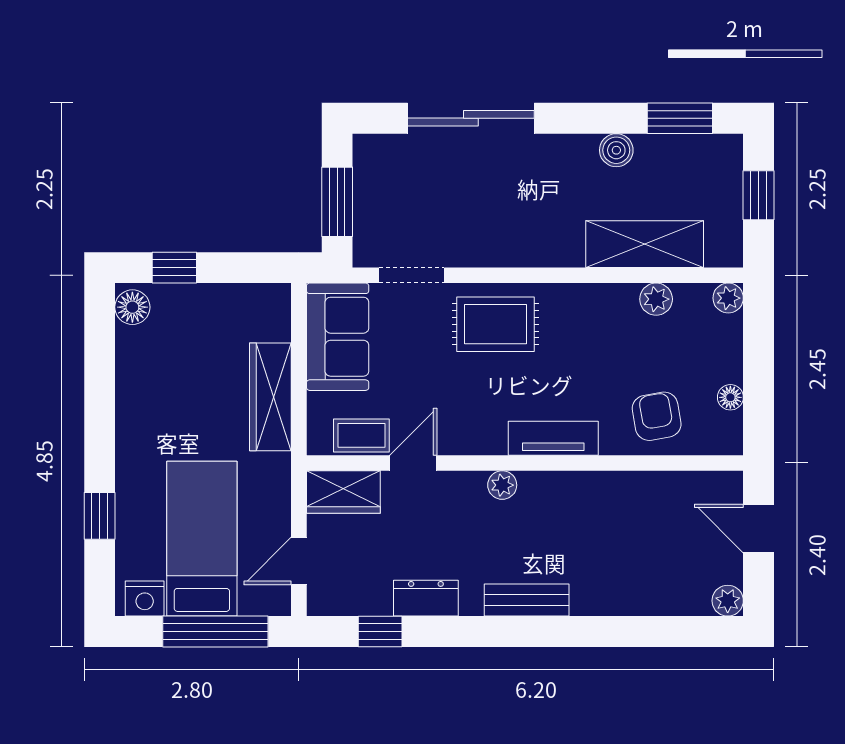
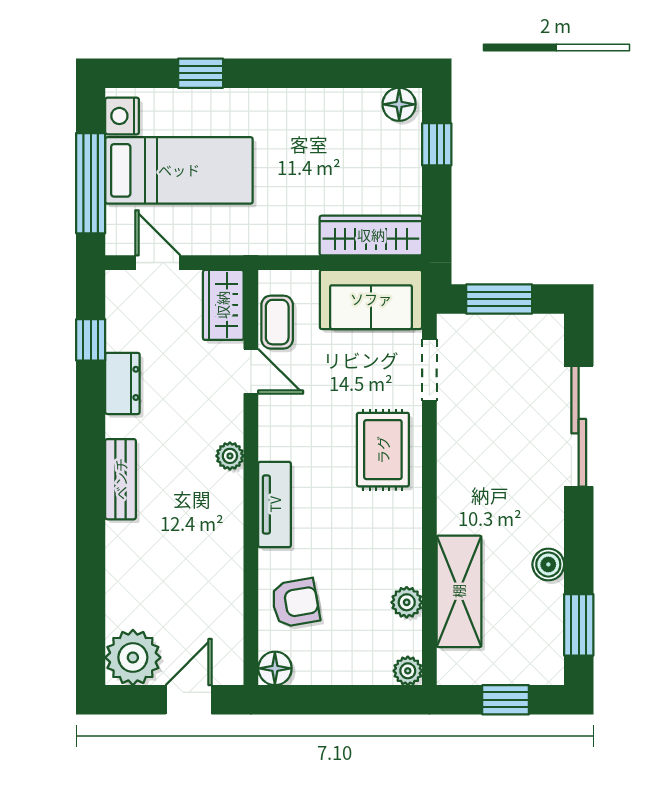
wardrobe: (270, 397) -> (371, 235), moved
floor lamp: (730, 397) -> (275, 668), moved, width x1.37, depth x1.37
plant: (728, 601) -> (133, 657), width x1.87, depth x1.87

